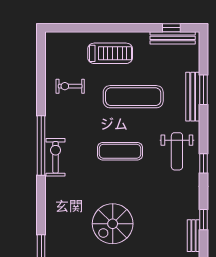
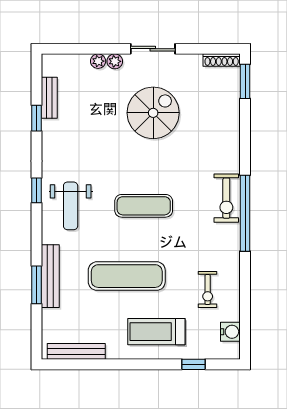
window: (171, 28) -> (193, 364), moved
water cooler: (52, 53) -> (230, 332), added
exercise bike: (70, 86) -> (208, 289), turned 90
weight bench: (177, 151) -> (71, 206), turned 180

